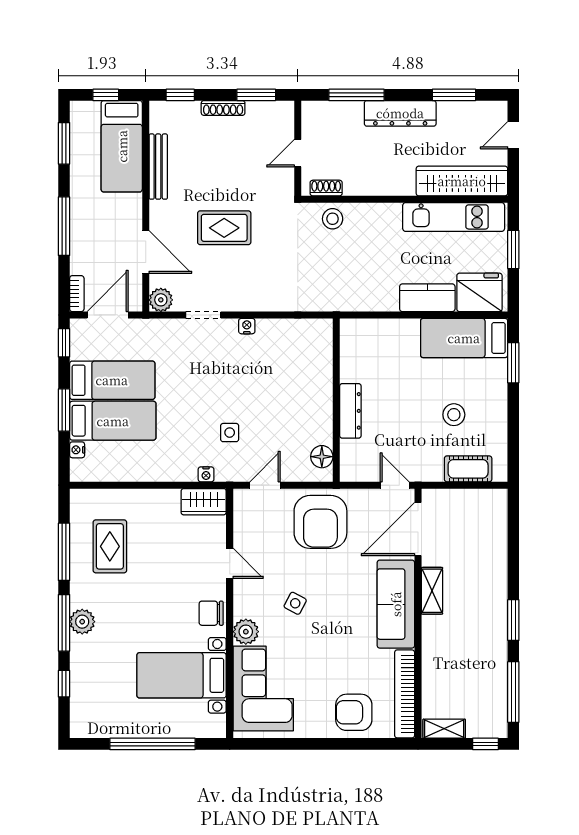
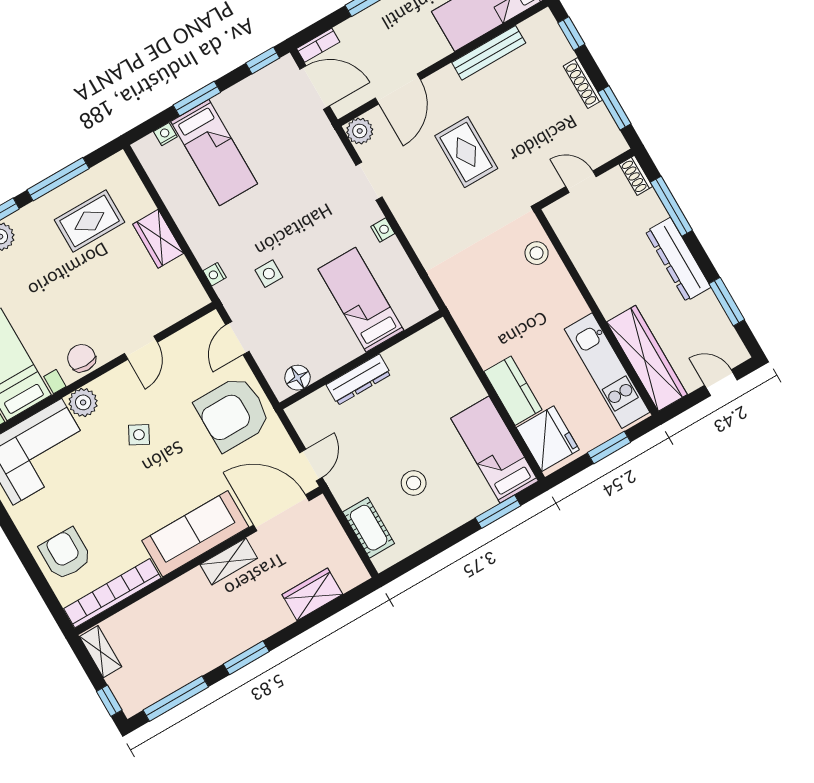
shoe rack: (326, 188) -> (636, 175), moved, turned 180
bed: (112, 380) -> (361, 300), moved, turned 180
door: (265, 485) -> (237, 338), swing flipped
wardrobe: (204, 502) -> (158, 239), moved
wardrobe: (494, 541) -> (312, 594), added

